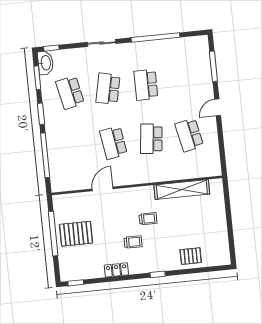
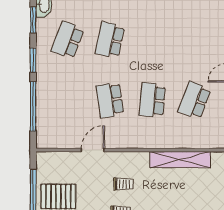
school desk: (146, 85) -> (152, 40), removed
school desk: (70, 93) -> (68, 40), turned 33
school desk: (189, 135) -> (195, 100), turned 33
trolley: (148, 219) -> (123, 184), moved

